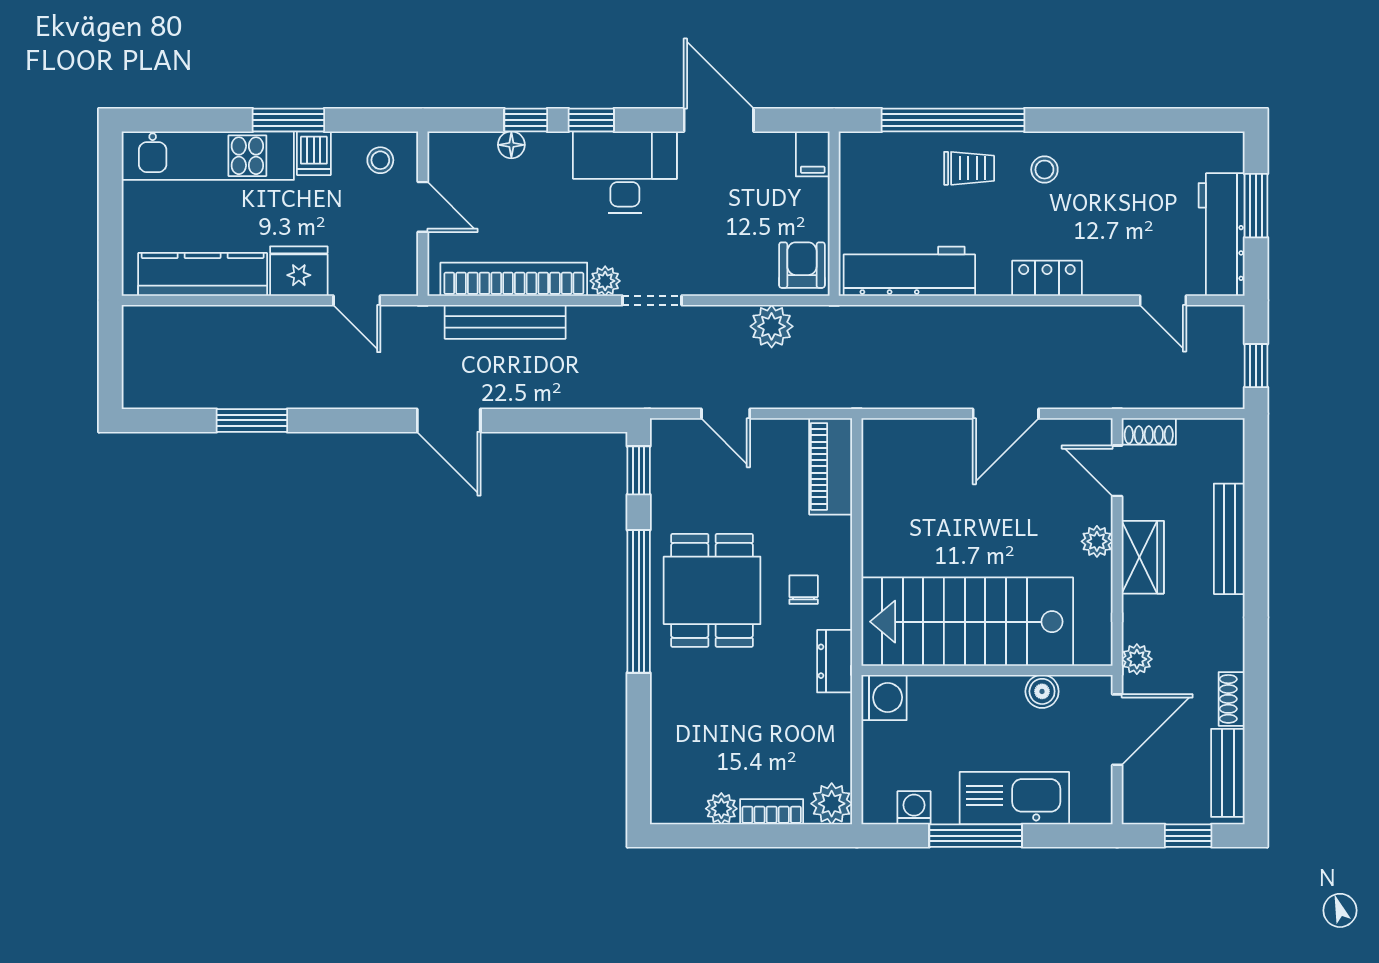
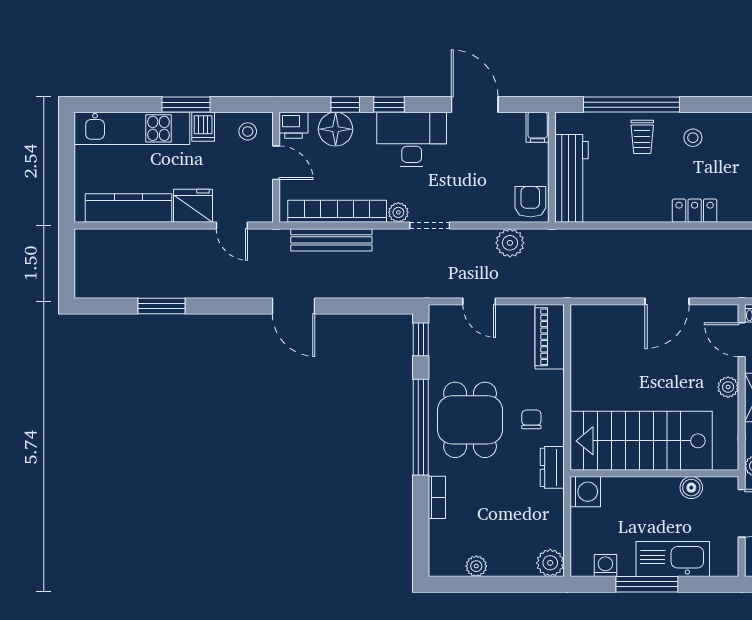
floor lamp: (511, 145) -> (336, 129), width x1.89, depth x1.89
printer: (449, 151) -> (294, 125), added
trolley: (969, 168) -> (642, 137), turned 90
workbench: (909, 271) -> (571, 178), moved, turned 90
bookcase: (772, 812) -> (437, 497), moved, turned 90

